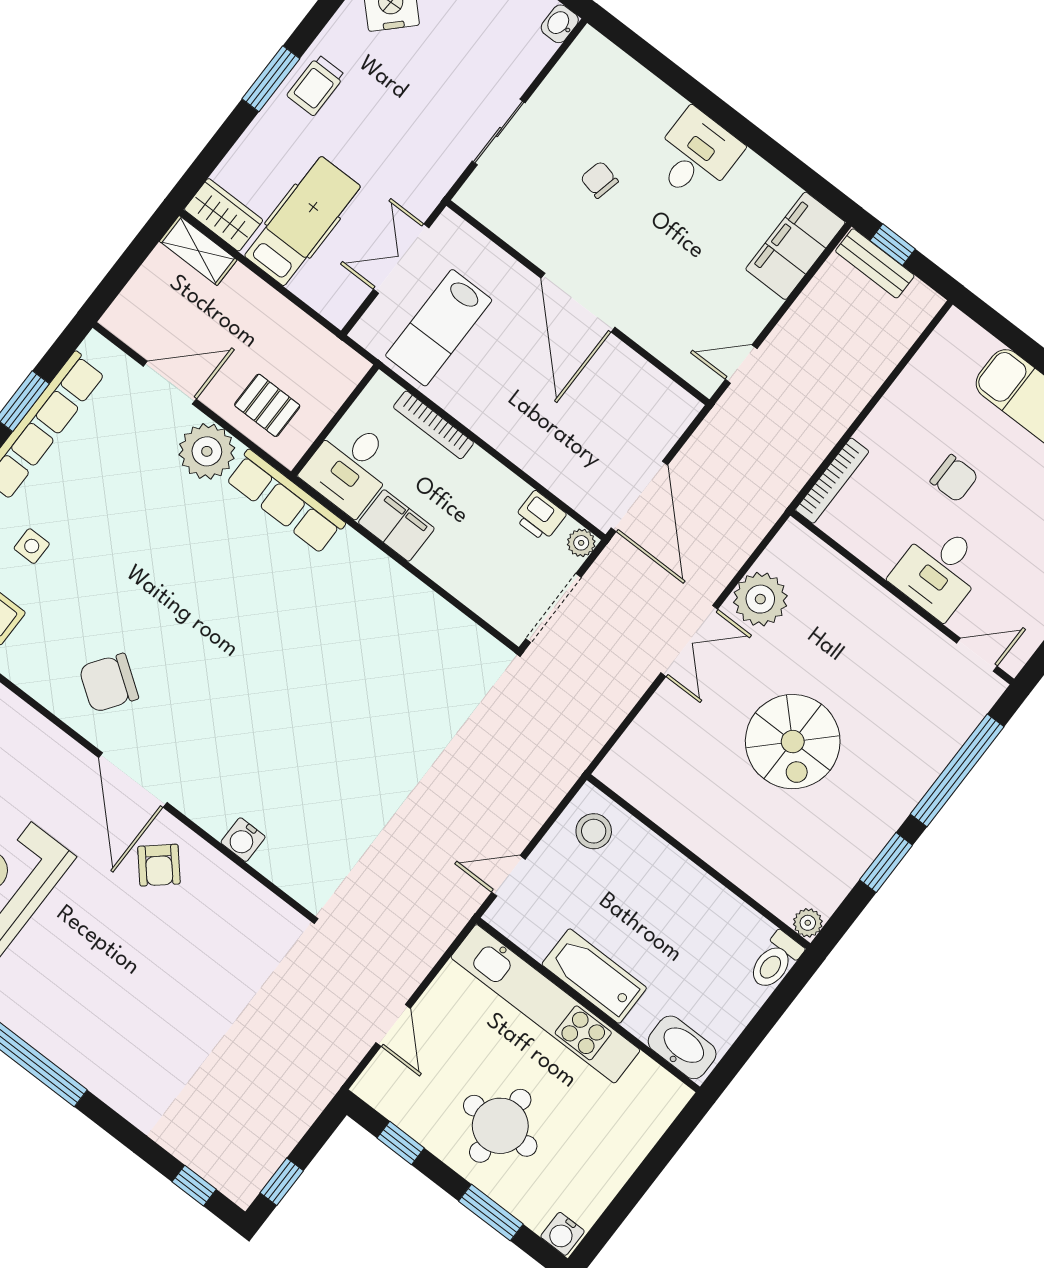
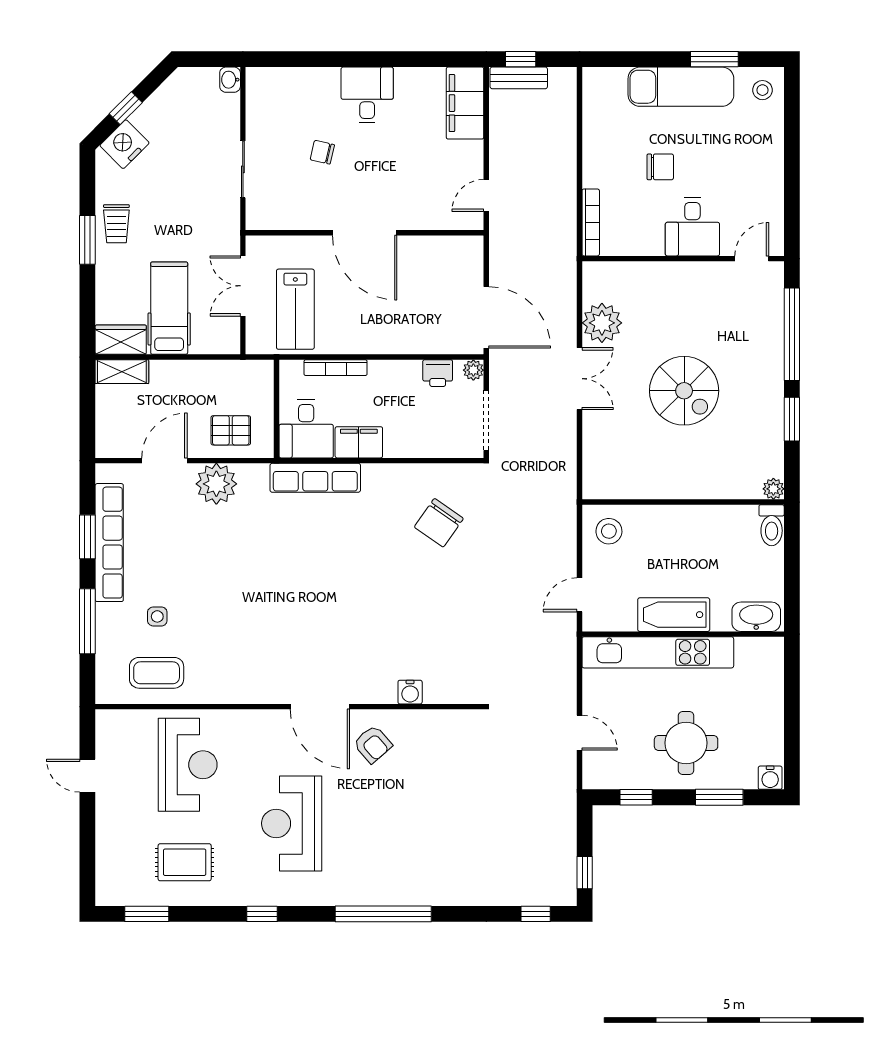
row of seats: (285, 501) -> (315, 478), moved
chair: (109, 683) -> (439, 523), moved

